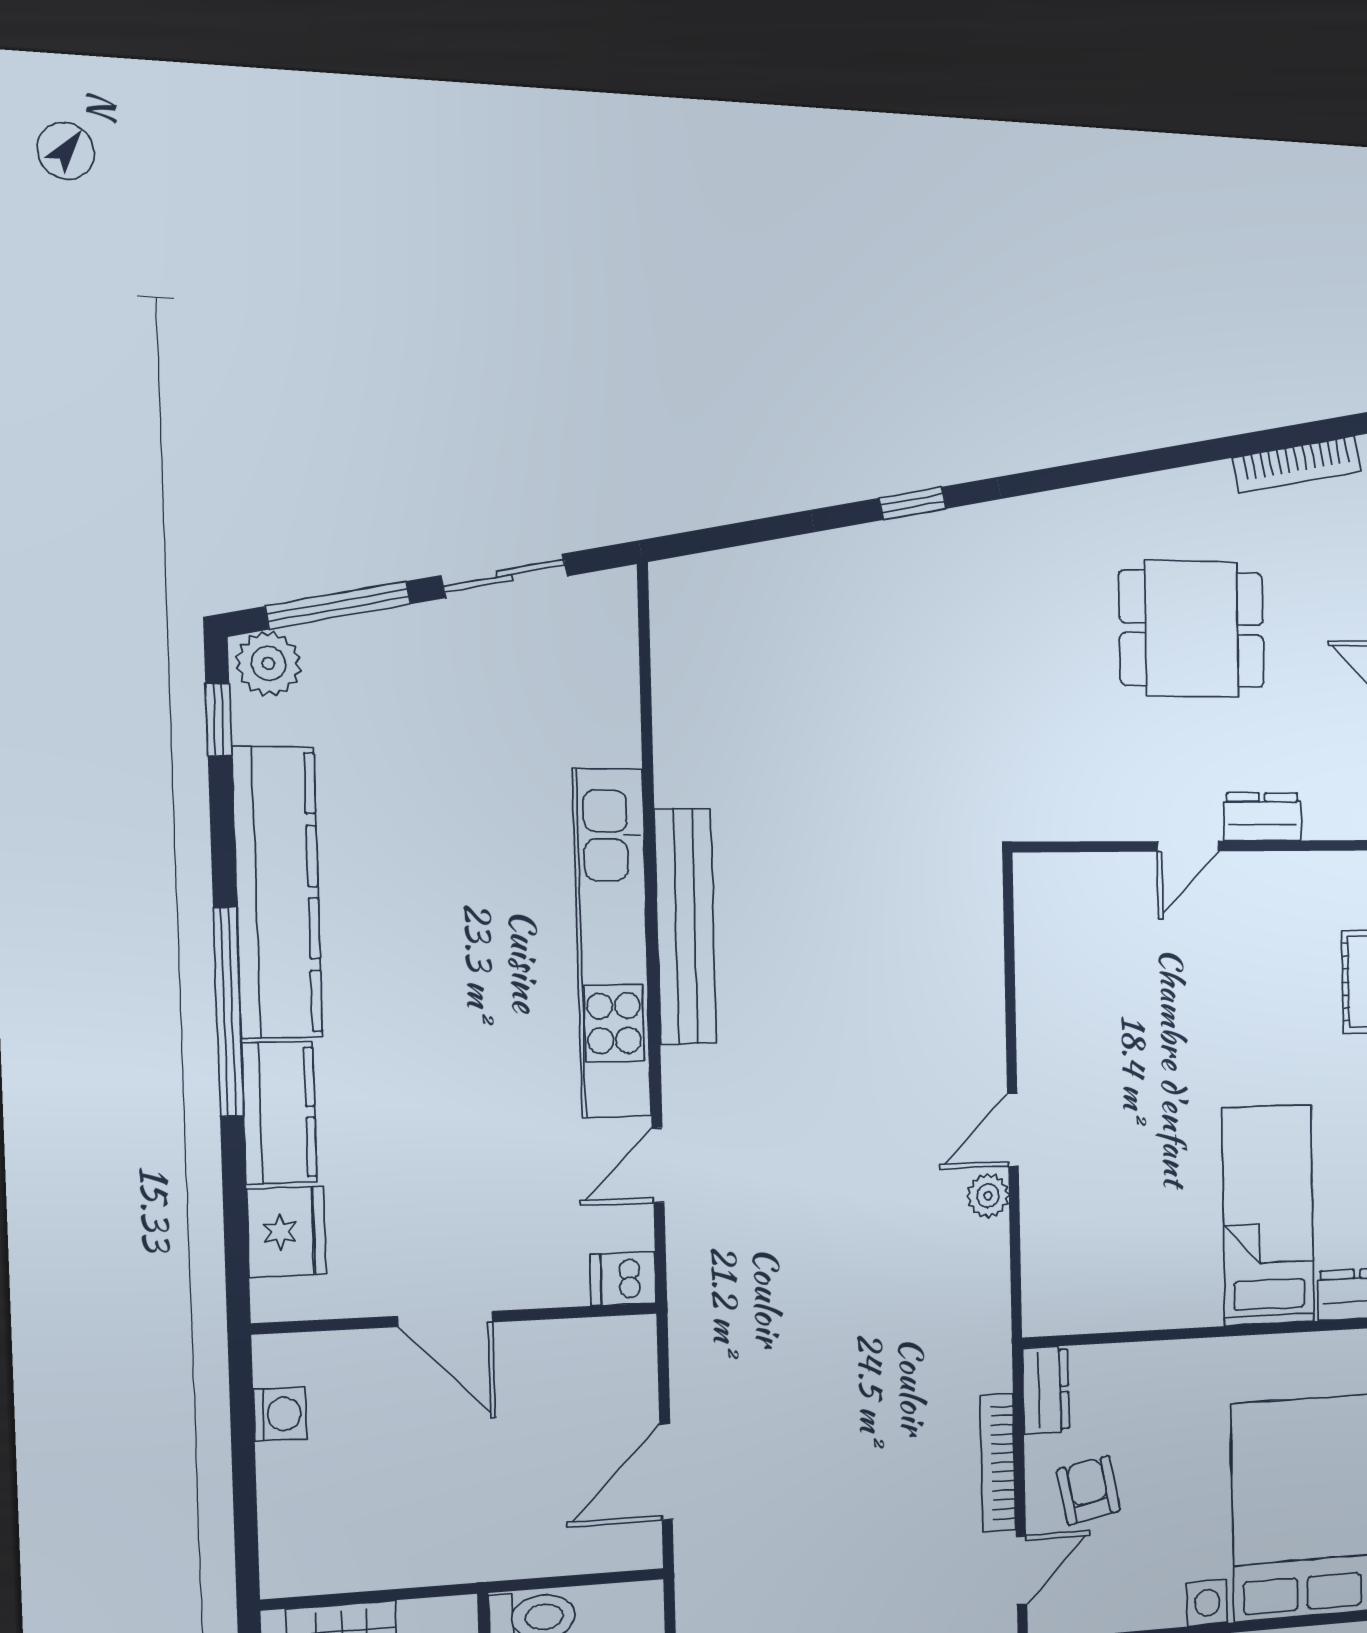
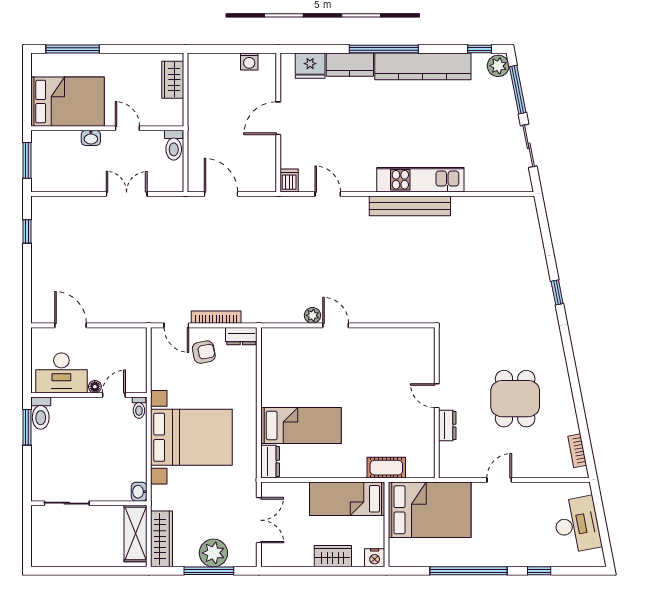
bookcase: (1297, 464) -> (577, 451), width x0.64
kitchen unit: (612, 943) -> (420, 180), width x0.73

